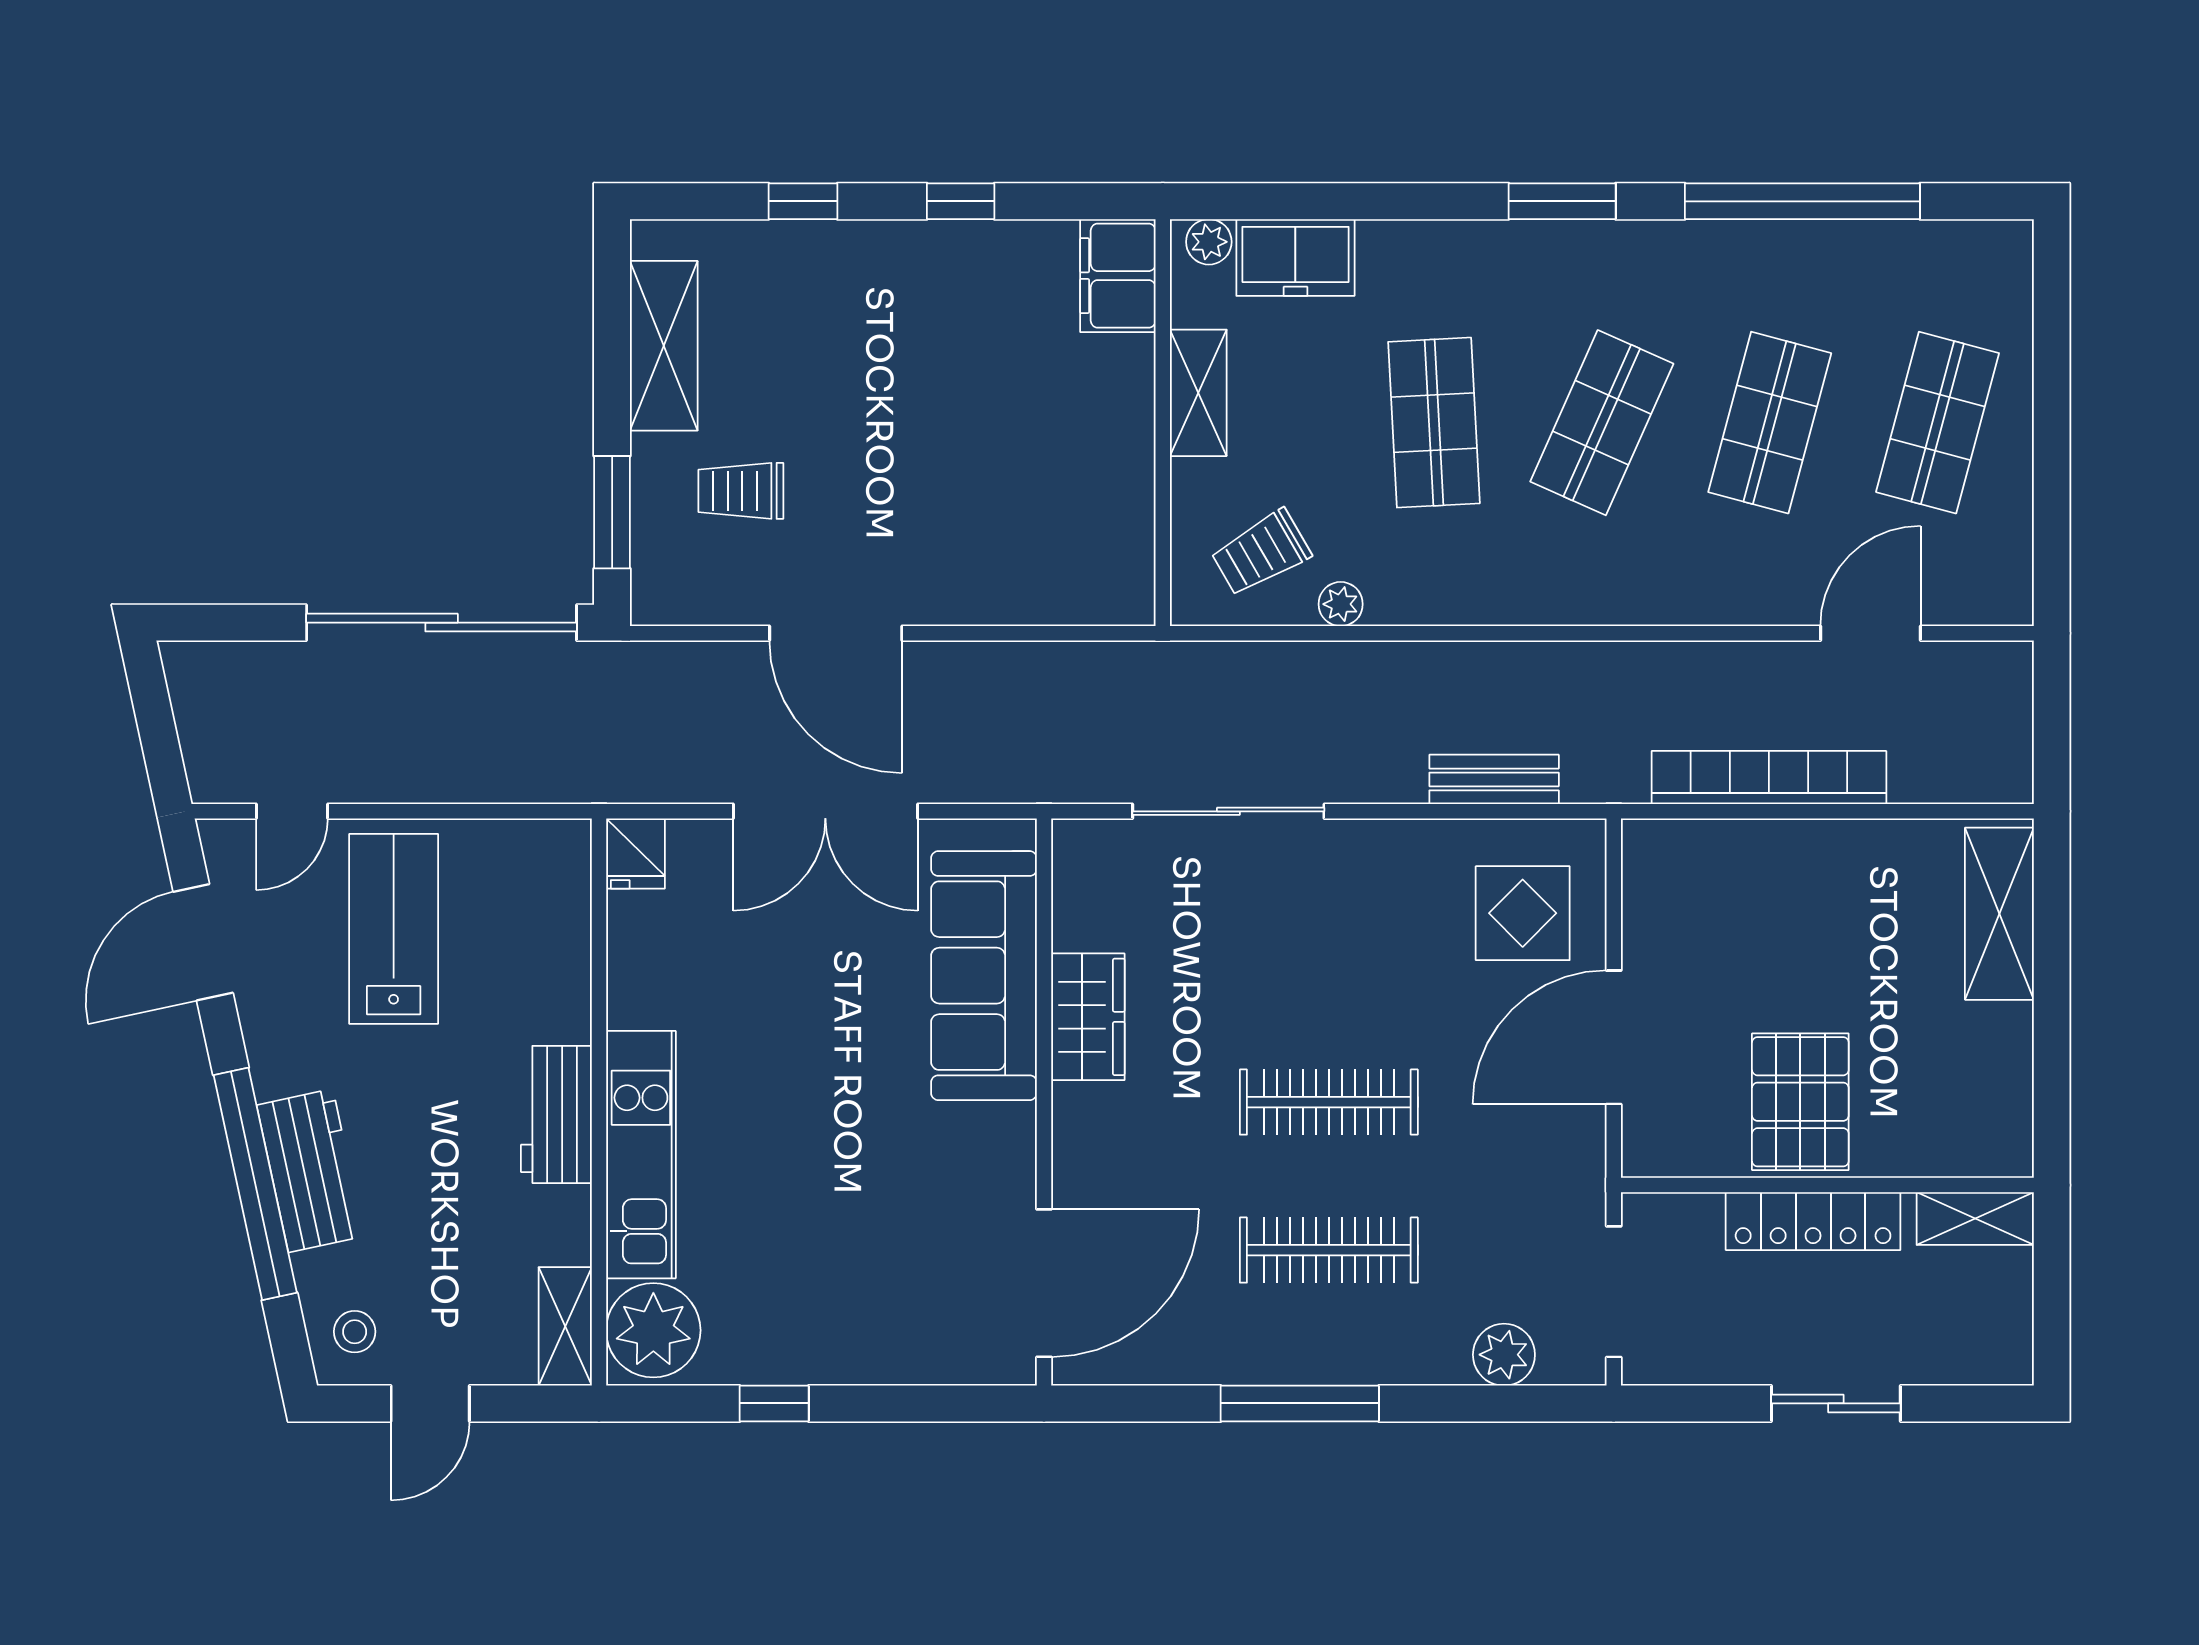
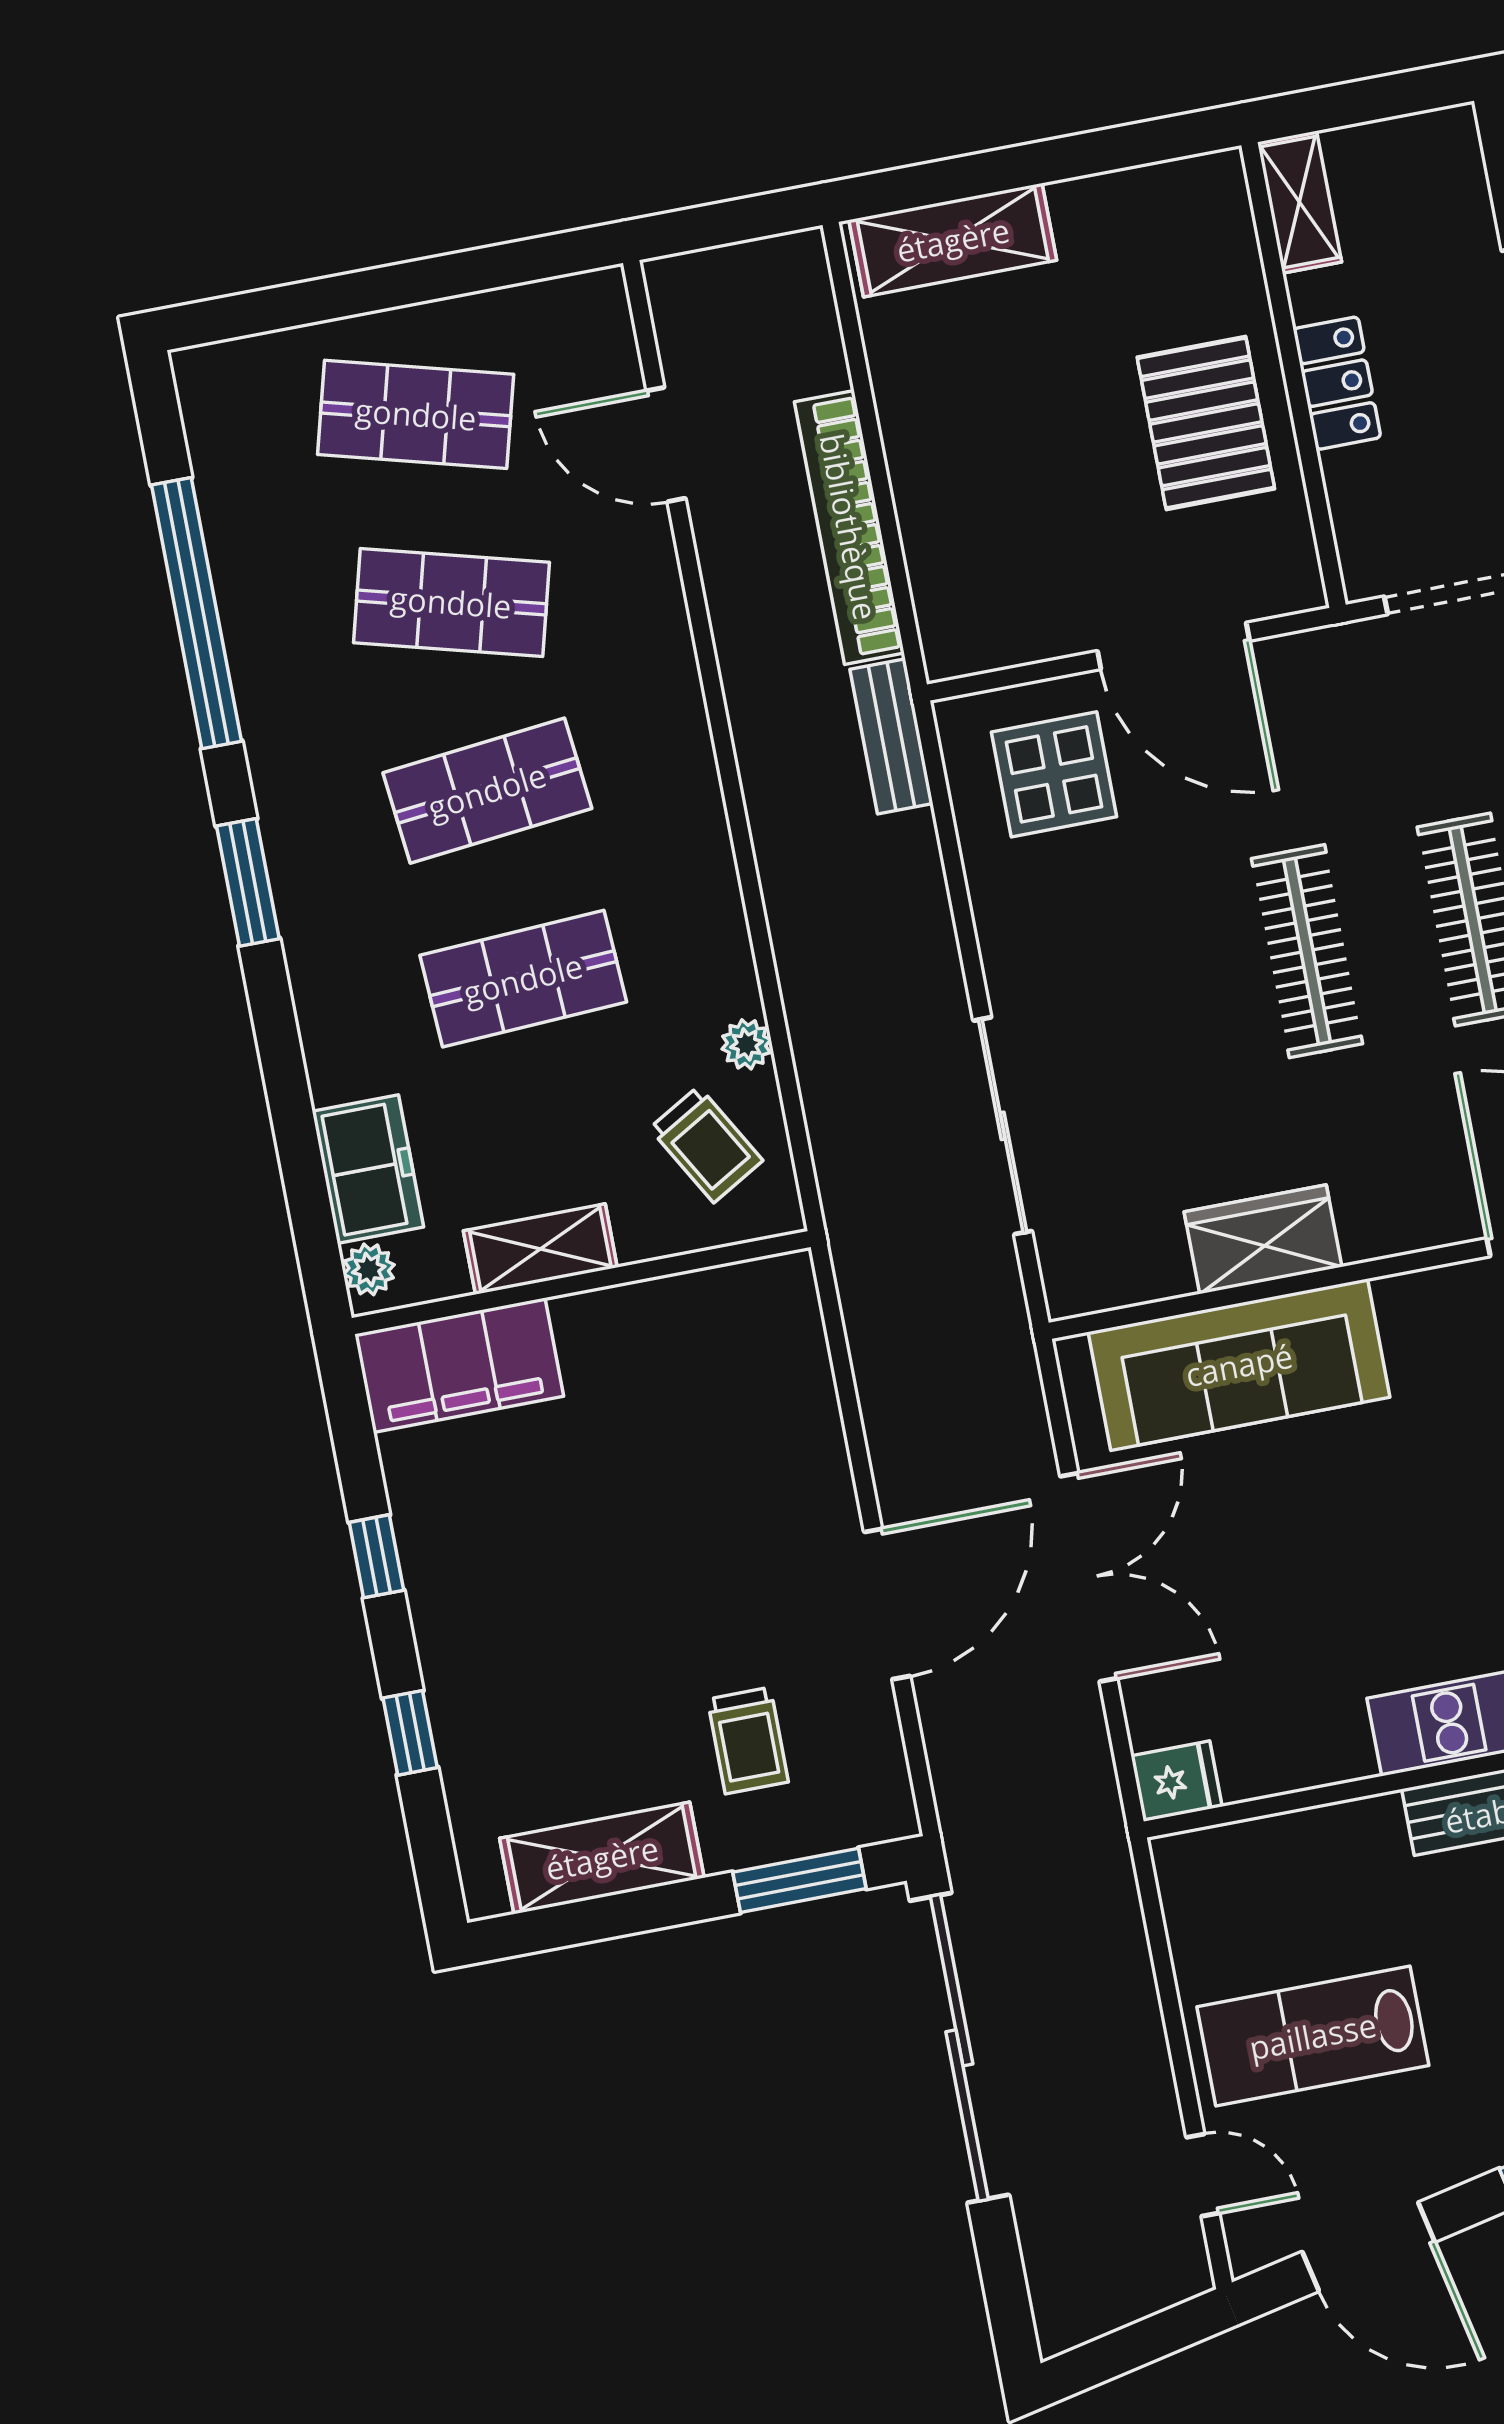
filing cabinet: (1118, 276) -> (459, 1365), width x1.50, depth x1.17
shop shelf: (1602, 423) -> (487, 791), turned -30
bench: (1494, 779) -> (891, 736), moved
pallet: (1800, 1102) -> (1206, 423), turned 90
locker: (1813, 1221) -> (1337, 383), width x0.66

